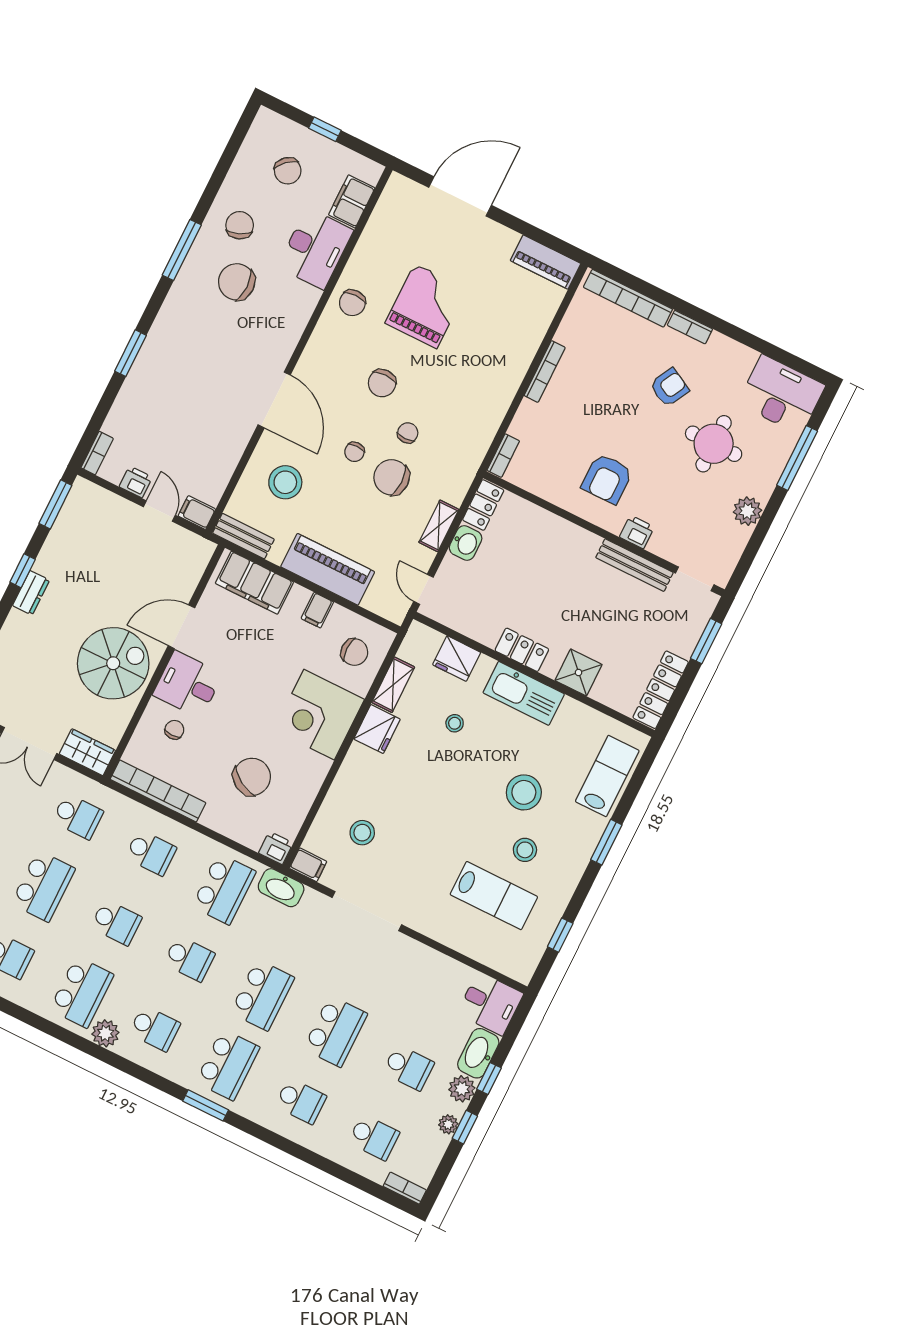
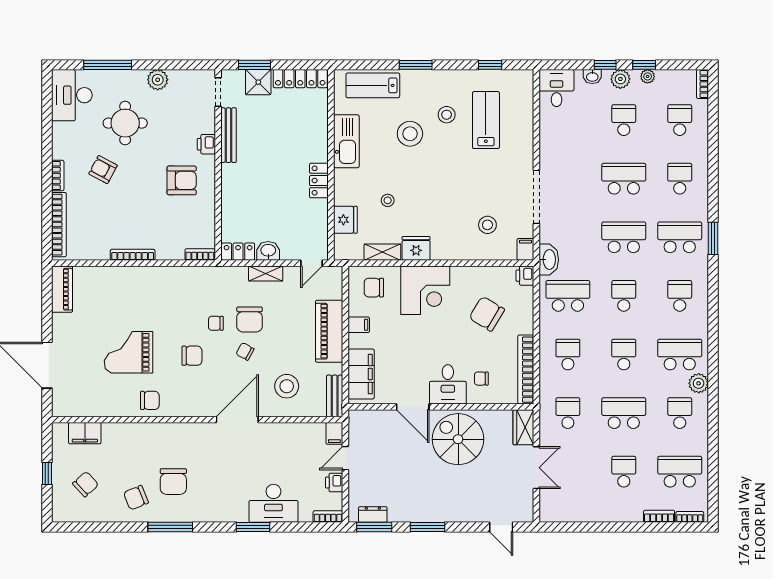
desk: (315, 249) -> (273, 503), moved, turned 180
chair: (354, 452) -> (245, 351), turned -151
window: (23, 571) -> (427, 527), width x1.50
dresser: (31, 593) -> (373, 514), moved
chair: (354, 652) -> (374, 288), turned -90
shower: (579, 672) -> (258, 82), moved
kitchen sink: (524, 693) -> (346, 141), moved
plant: (105, 1033) -> (699, 383), moved
washbasin: (478, 1053) -> (592, 77), width x0.52, depth x0.69

